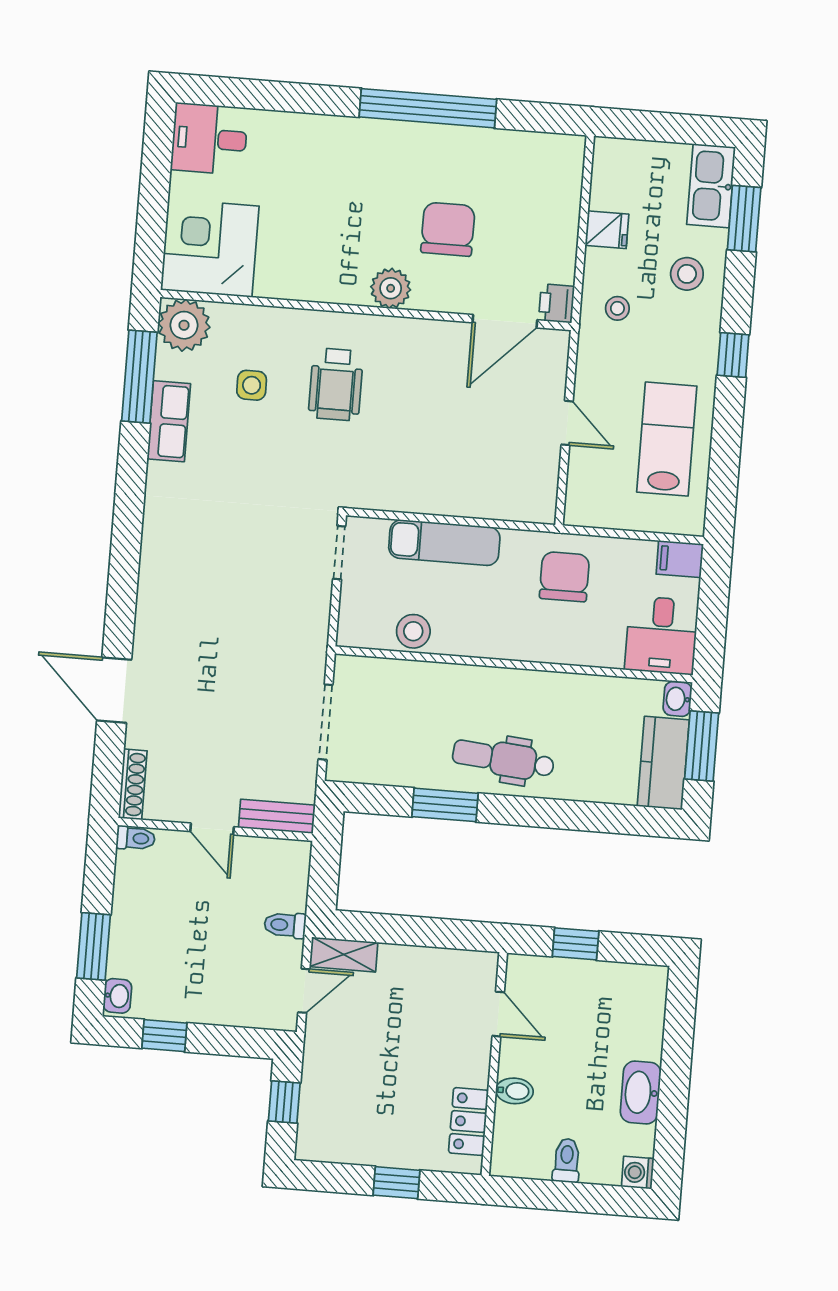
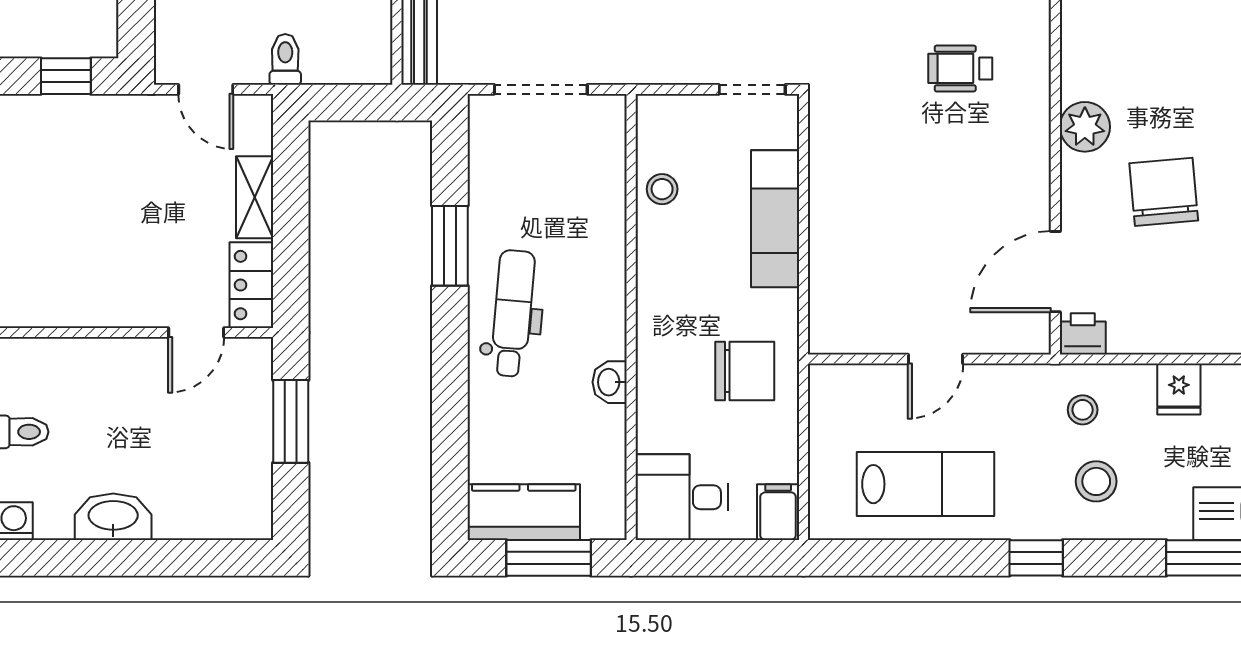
chair: (448, 229) -> (1164, 192), turned -95
stool: (687, 274) -> (1096, 481), moved
door: (505, 321) -> (1055, 272), hinge flipped
wheelchair: (336, 384) -> (960, 68), width x0.73, depth x0.73
stool: (413, 631) -> (662, 189), width x0.73, depth x0.73
washbasin: (677, 699) -> (610, 382), moved, turned -90
window: (576, 944) -> (291, 421), width x1.50
shelving: (344, 954) -> (255, 197), moved
bidet: (514, 1091) -> (103, 360), removed
locker: (468, 1122) -> (251, 285), moved, turned -90

